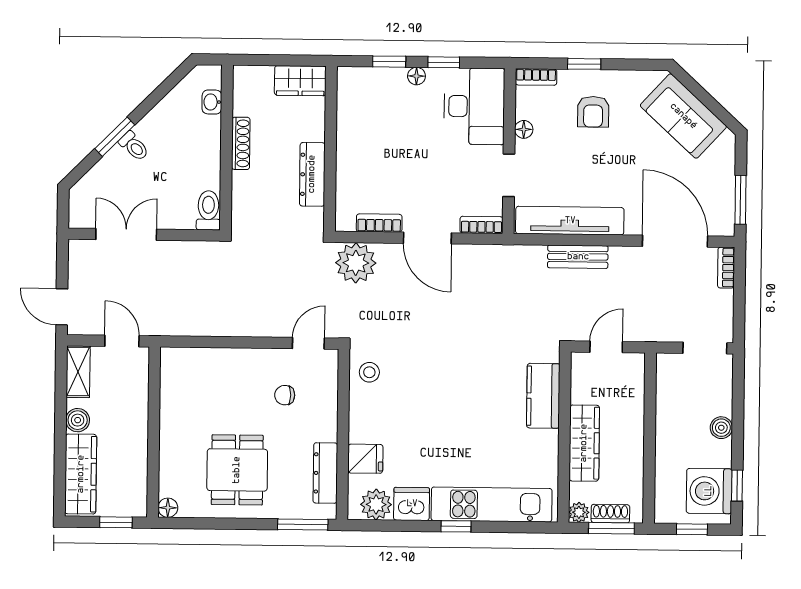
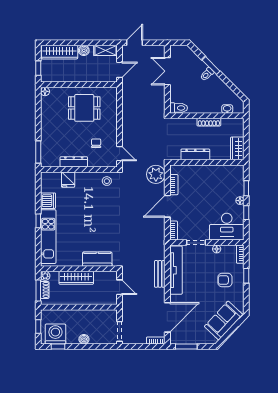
double door: (126, 234) -> (167, 71), swing flipped
dining table: (237, 470) -> (84, 108), moved
dresser: (325, 473) -> (74, 162), moved
plant: (376, 504) -> (48, 185), removed

